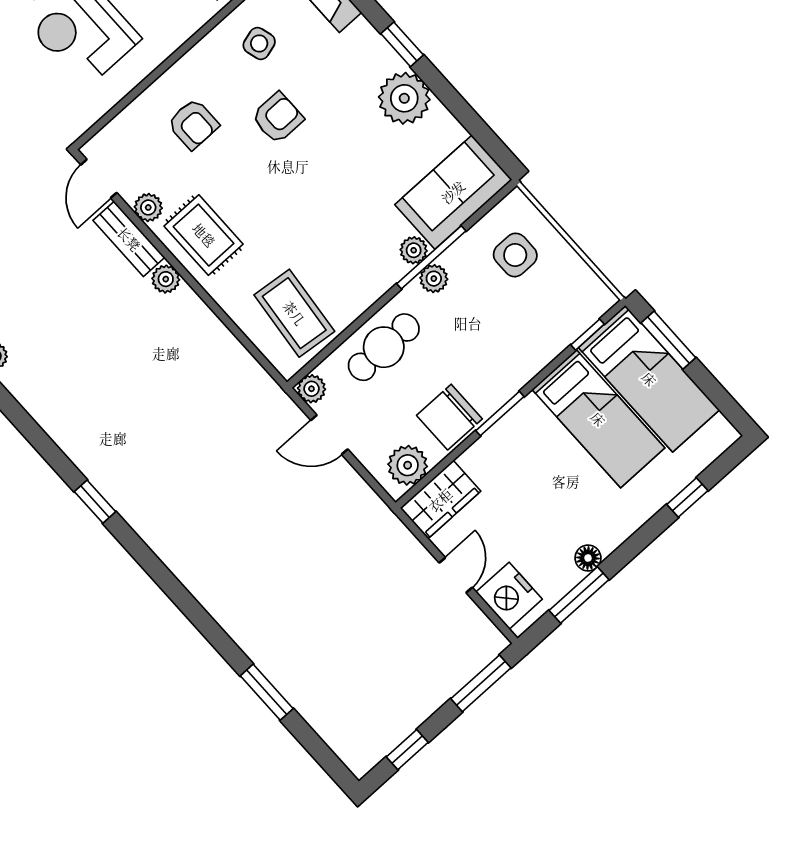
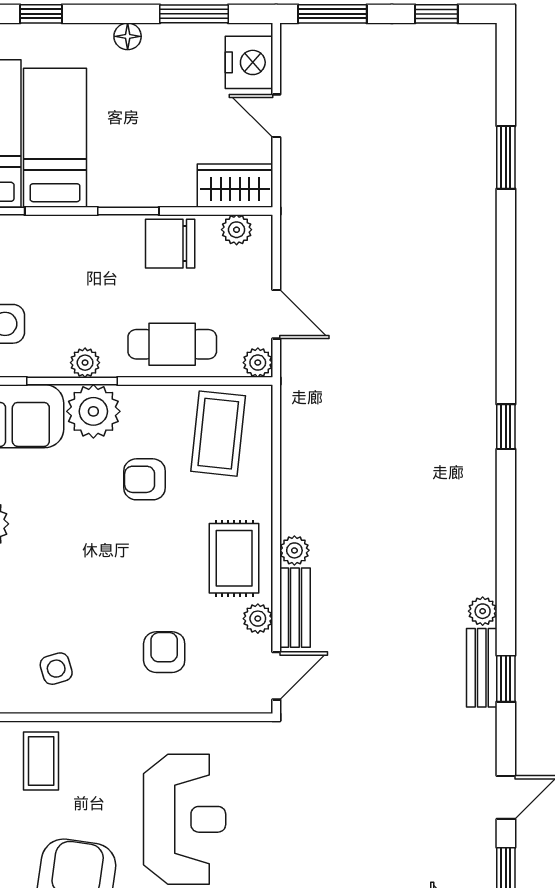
armchair: (278, 118) -> (145, 479), moved
plant: (414, 250) -> (93, 411), width x1.88, depth x1.88
chair: (449, 417) -> (170, 244), turned 180
plant: (408, 465) -> (237, 230), width x0.73, depth x0.73
floor lamp: (588, 558) -> (128, 36), moved
door: (456, 575) -> (276, 116), hinge flipped

